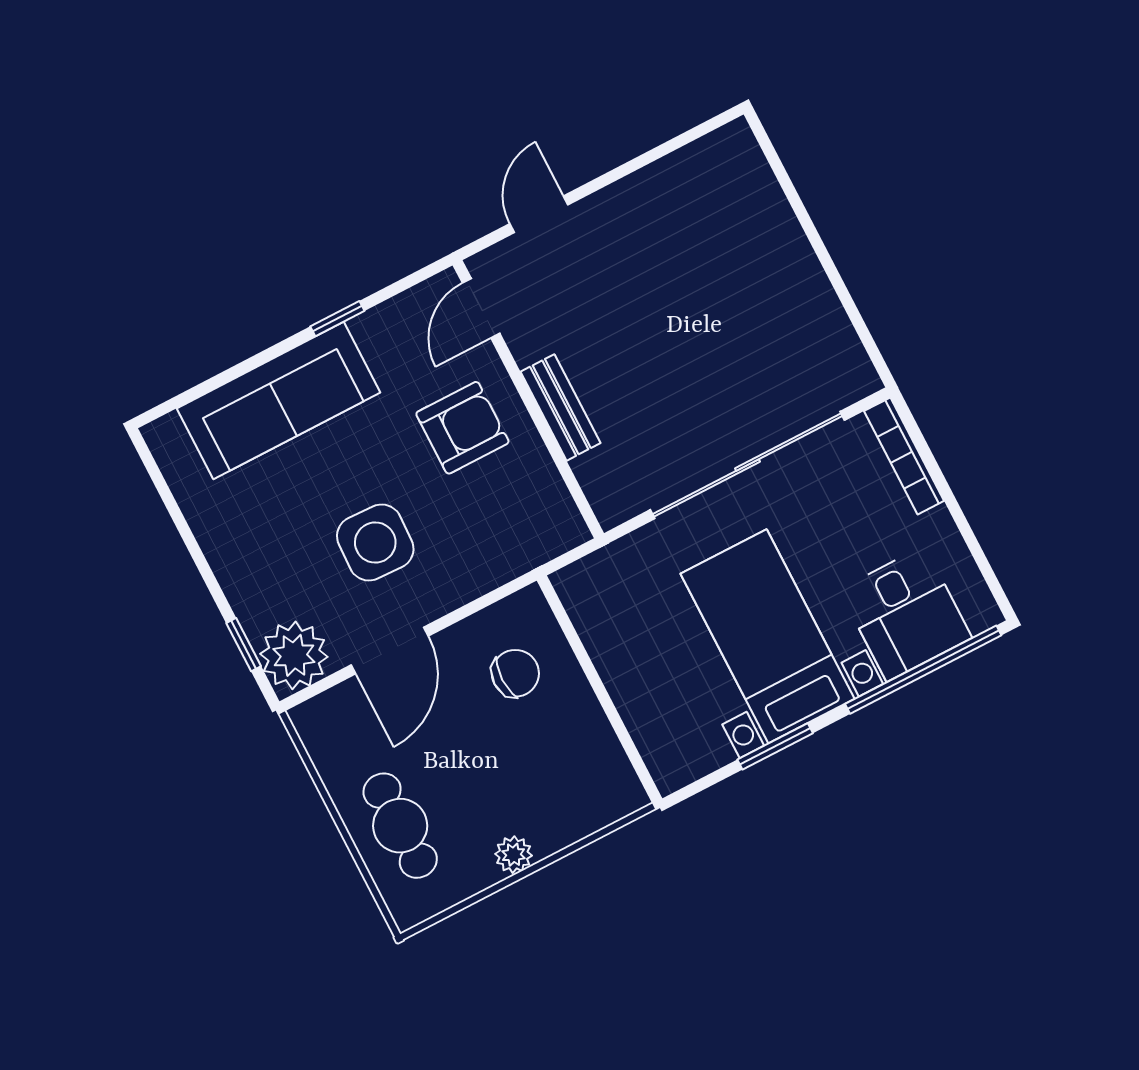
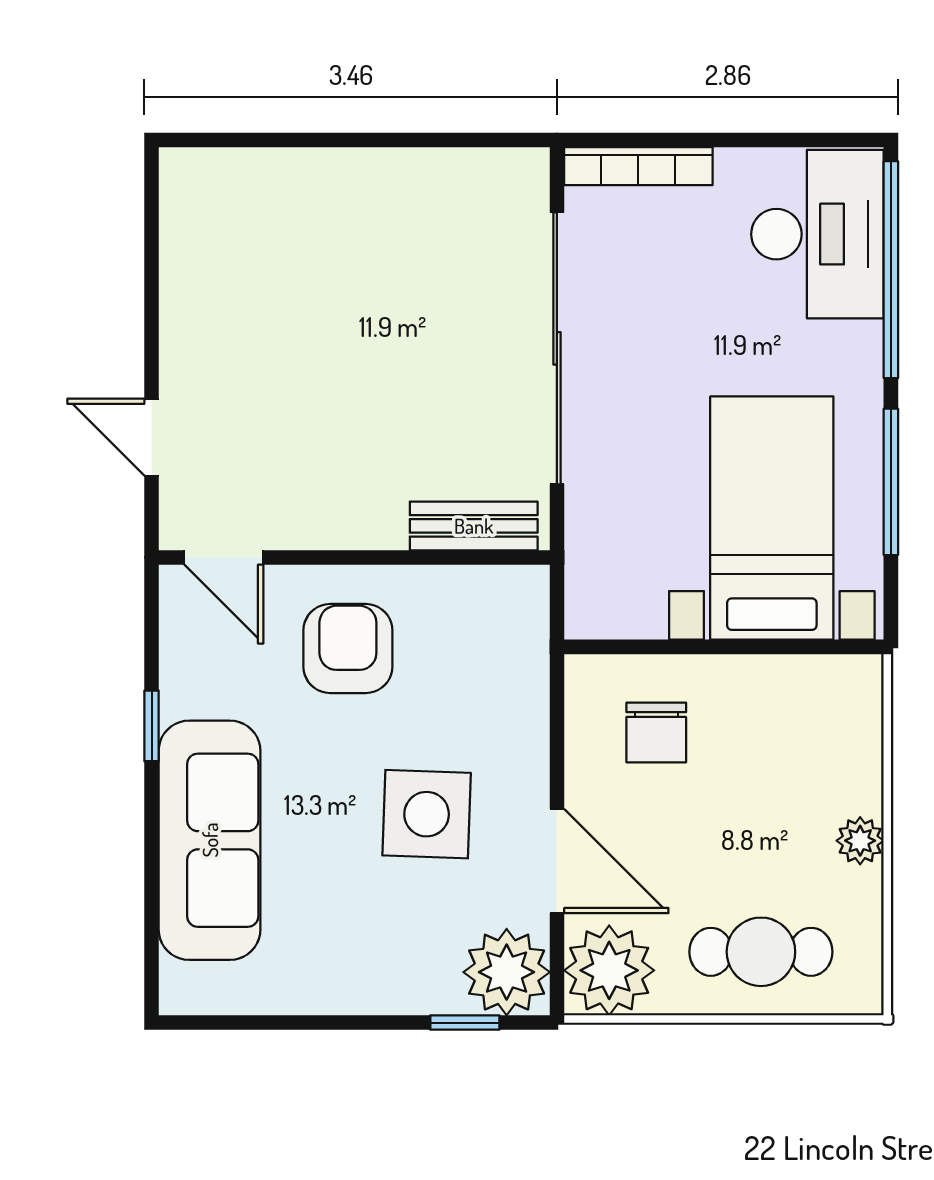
bench: (560, 407) -> (474, 526), moved
desk: (905, 614) -> (817, 234), width x1.37
bed with nightstands: (768, 636) -> (772, 518), moved, turned 90
chair: (515, 673) -> (656, 732), turned 180
plant: (332, 726) -> (609, 970), added
window: (775, 746) -> (891, 482), width x1.44

